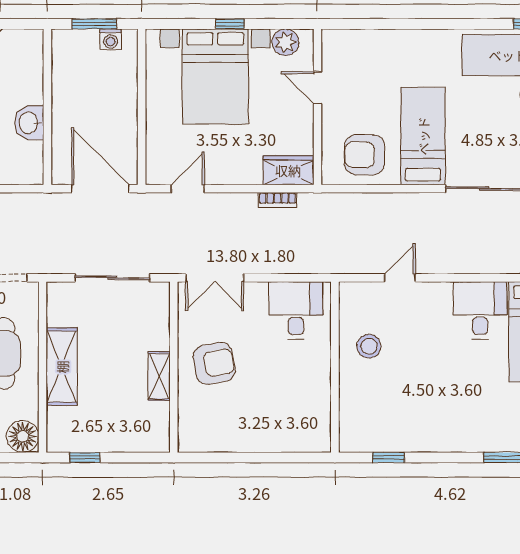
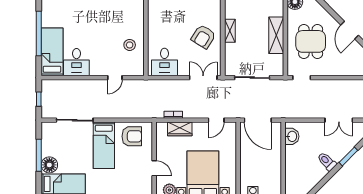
washbasin: (29, 123) -> (292, 136), moved
wardrobe: (288, 170) -> (180, 129), moved
armchair: (214, 363) -> (203, 37), turned -48

